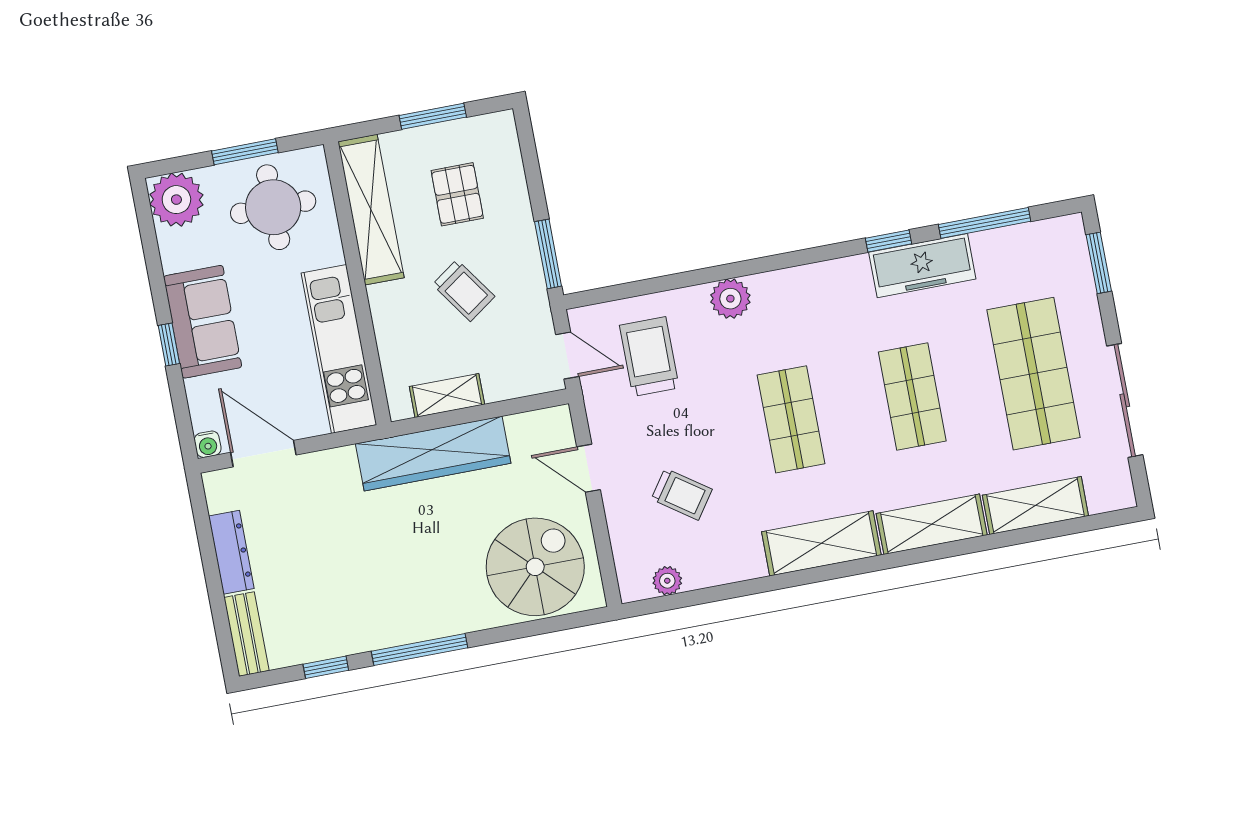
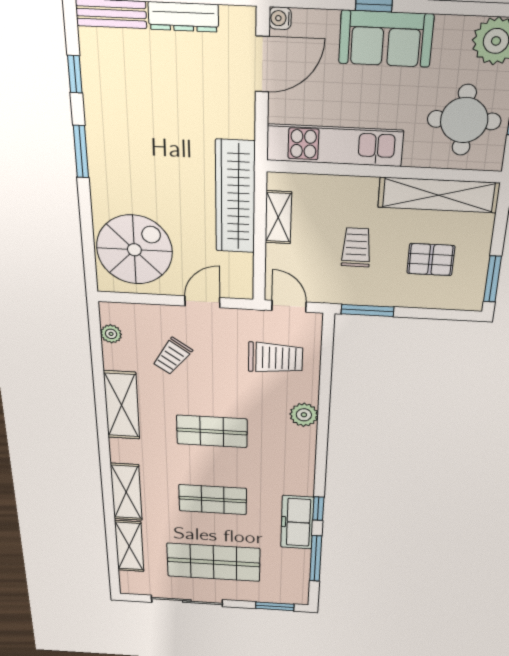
window: (433, 116) -> (492, 279), moved
trolley: (464, 290) -> (356, 247), turned 125
door: (567, 356) -> (289, 306), swing flipped
shelving: (821, 543) -> (122, 405), moved
spiral stairs: (535, 567) -> (134, 250), turned -90
window: (419, 650) -> (81, 152), width x0.69

